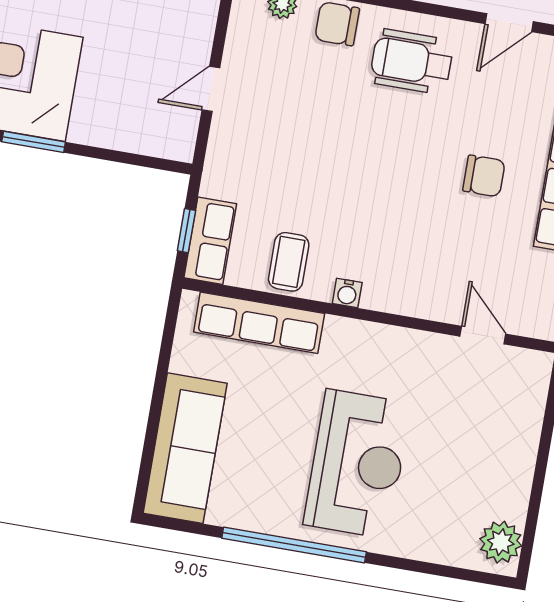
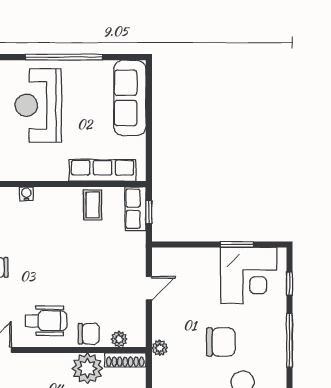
water cooler: (347, 293) -> (26, 194), moved

